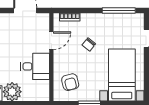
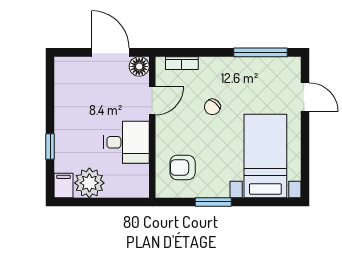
floor lamp: (43, 19) -> (139, 66), added
armchair: (70, 82) -> (183, 168), turned 104

